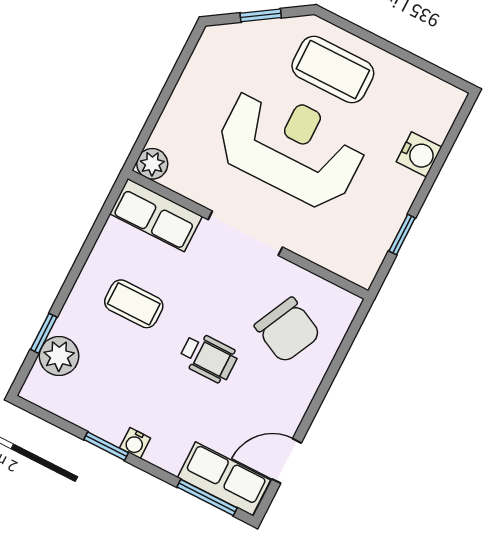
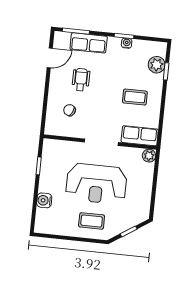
coffee table: (333, 69) -> (92, 221), width x0.73, depth x0.77
chair: (288, 330) -> (70, 110), width x0.54, depth x0.54
wheelchair: (208, 357) -> (81, 80), moved, turned 90
water cooler: (135, 443) -> (127, 43), moved
row of seats: (224, 479) -> (89, 43), moved

